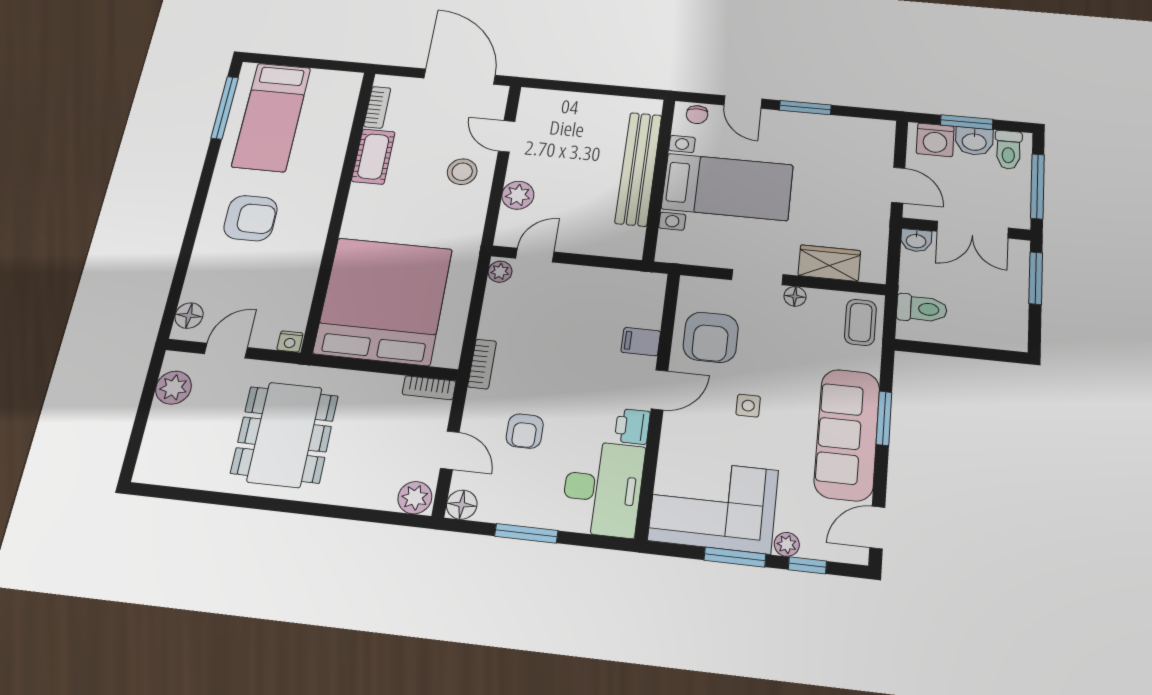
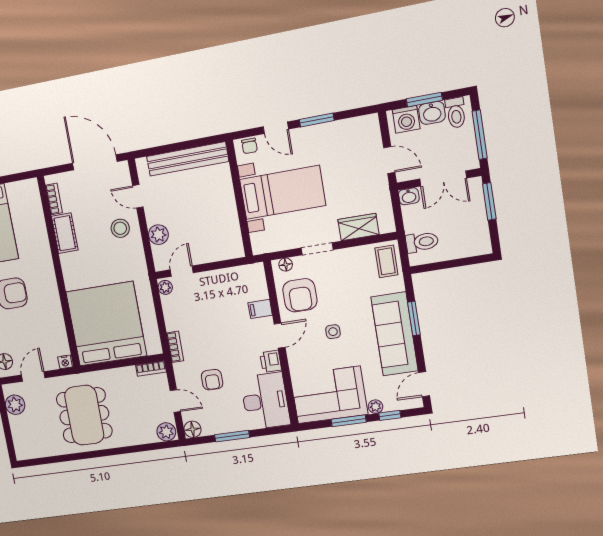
bench: (638, 169) -> (188, 159), moved, turned 90
floor lamp: (795, 296) -> (286, 265), moved

